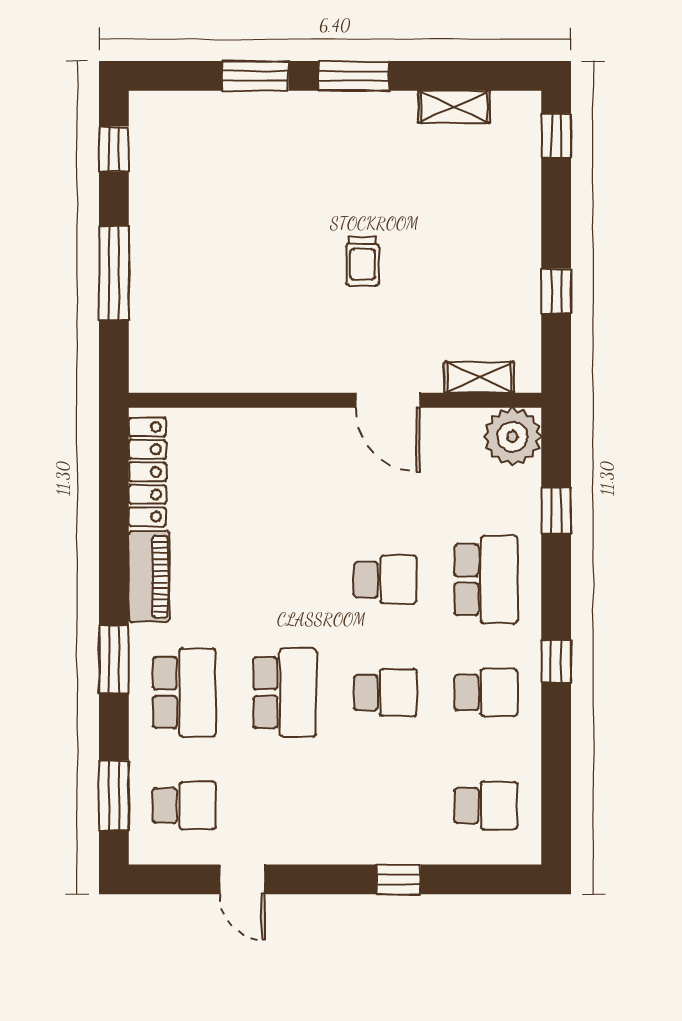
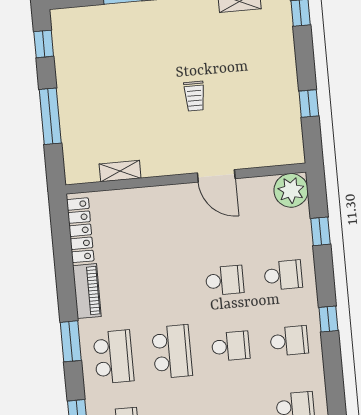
shelving: (479, 377) -> (120, 171), moved
school desk: (486, 580) -> (283, 275), width x0.54

